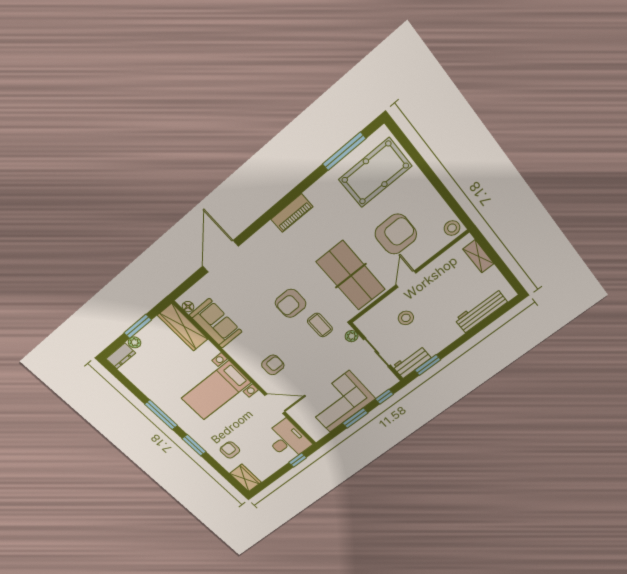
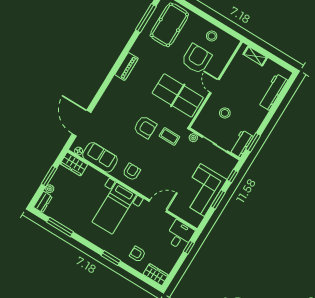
stool: (452, 228) -> (212, 36), moved
door: (220, 256) -> (82, 123), moved
armchair: (291, 303) -> (145, 127), turned -90
wardrobe: (183, 327) -> (74, 164), width x0.67
armchair: (273, 365) -> (132, 172), moved
window: (161, 415) -> (60, 227), moved
desk: (287, 440) -> (180, 235), width x0.73

